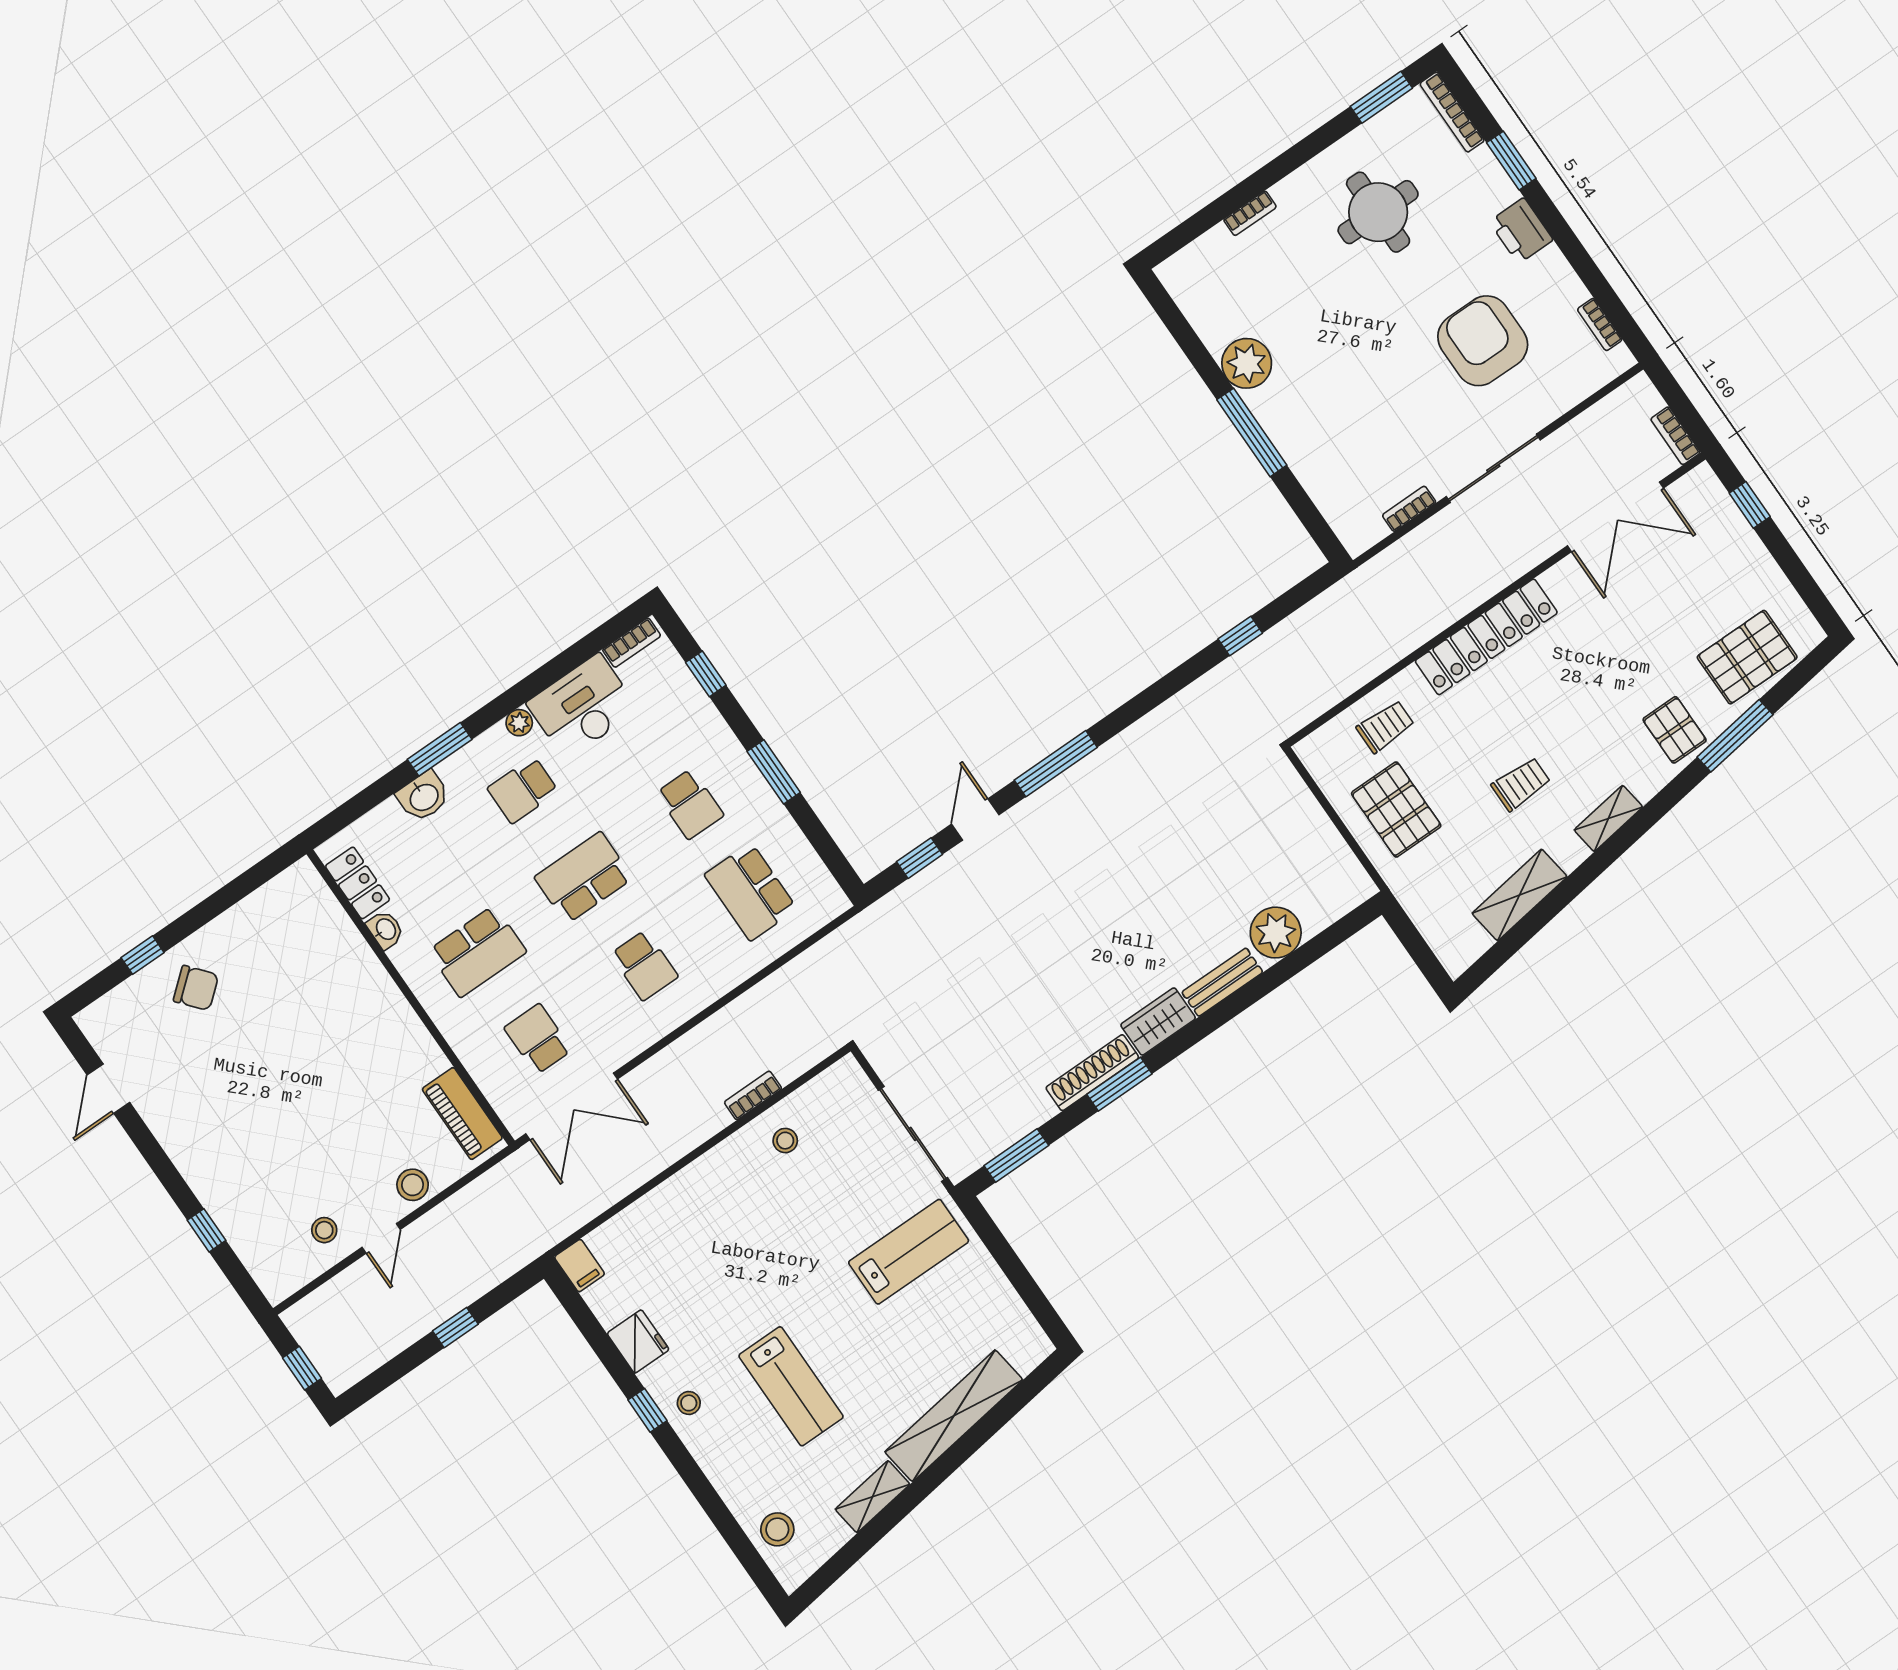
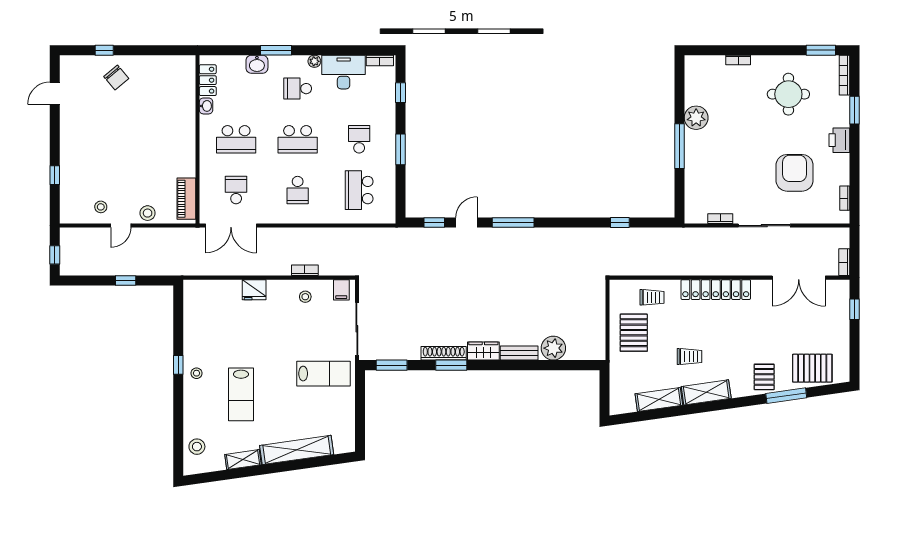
school desk: (690, 804) -> (359, 139), turned 180
shelving: (1608, 818) -> (706, 392), width x1.50, depth x1.33
school desk: (584, 878) -> (298, 139), turned 180
filing cabinet: (580, 1266) -> (341, 290), moved
fridge: (638, 1341) -> (254, 290), moved, turned 90

